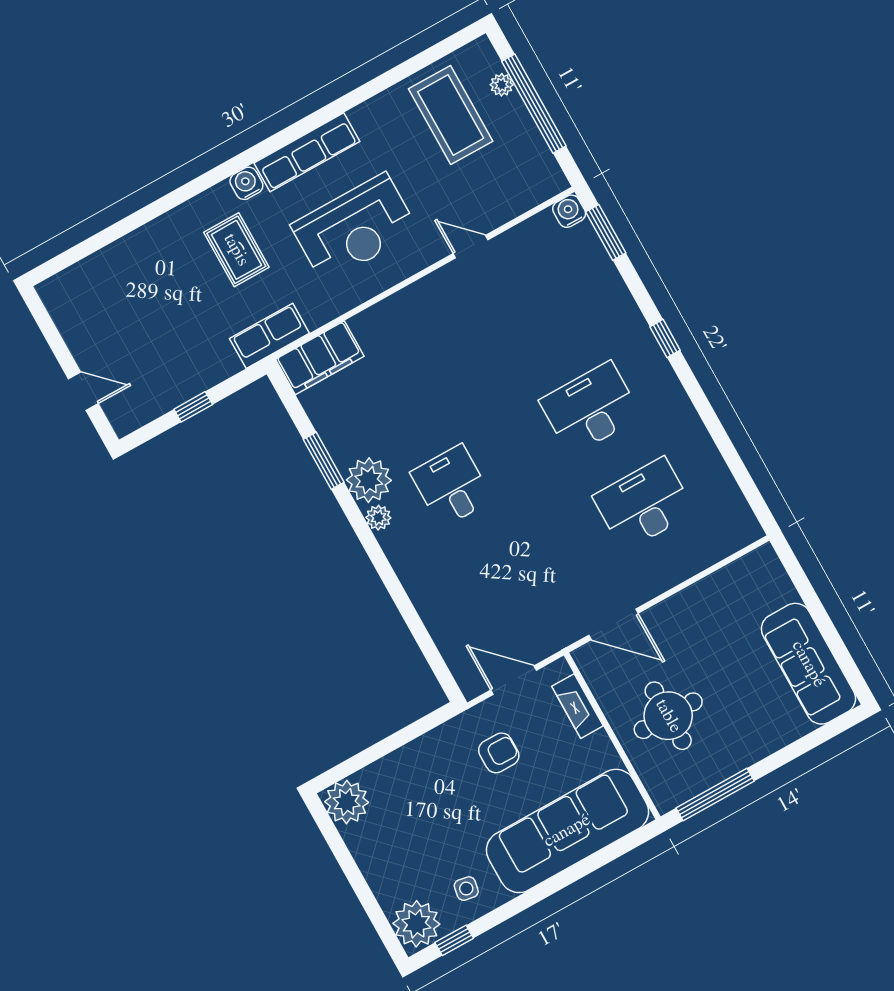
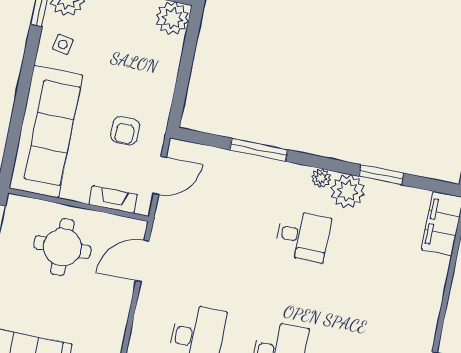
window: (404, 604) -> (259, 150), added

